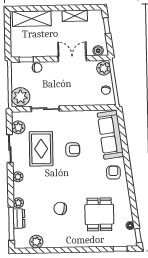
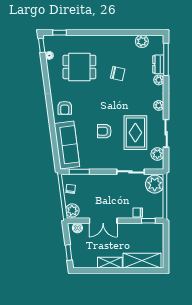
shelving: (75, 16) -> (110, 263), moved
window: (97, 108) -> (79, 172), added
dining table: (99, 214) -> (79, 67), turned 90

